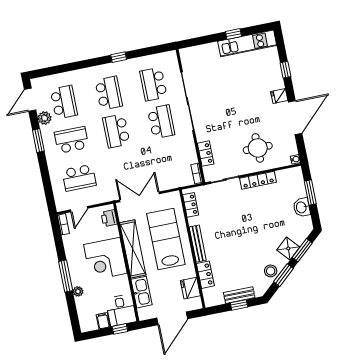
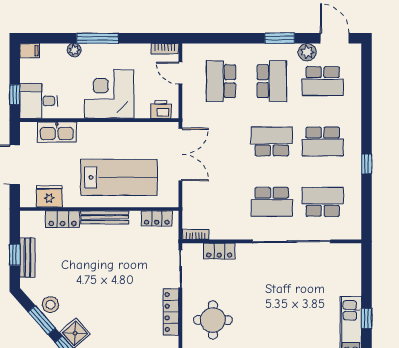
shelving: (133, 249) -> (115, 132), removed
filing cabinet: (103, 321) -> (30, 51), moved

